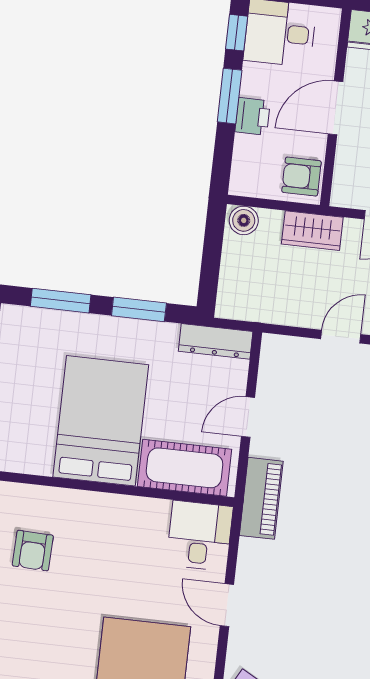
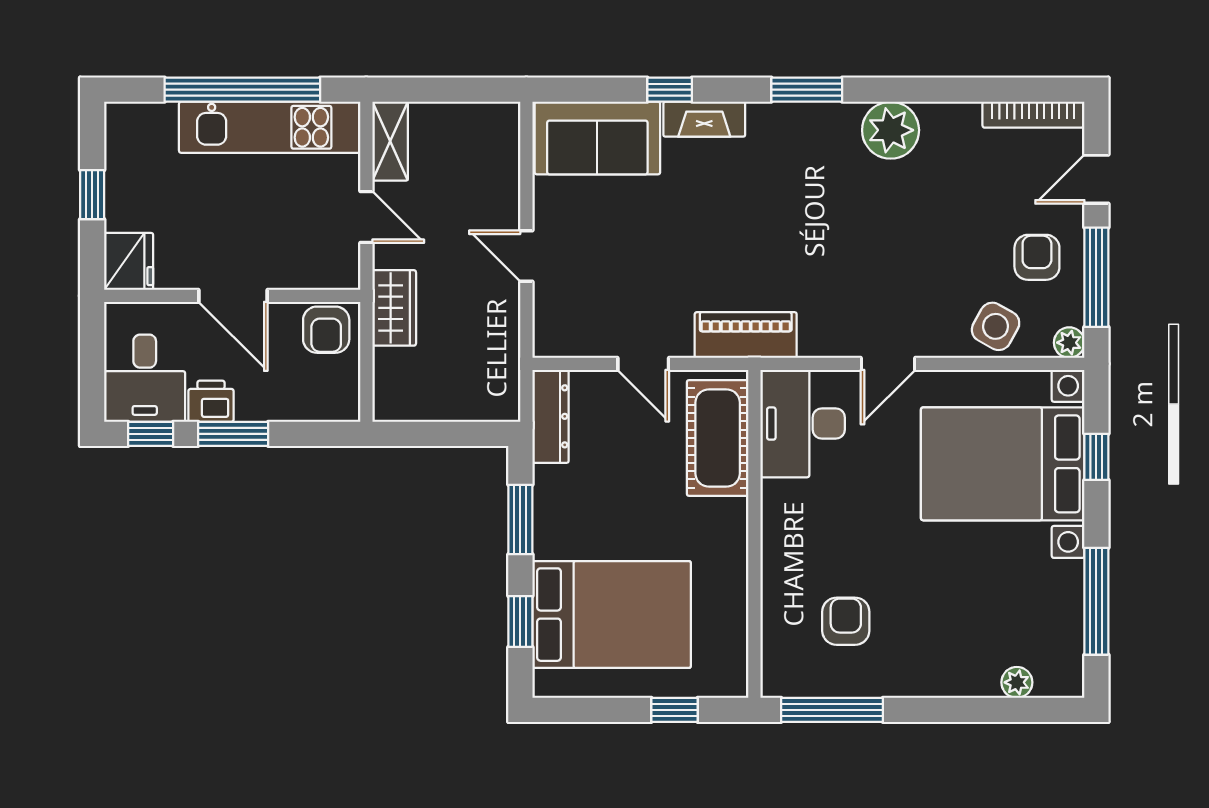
printer: (253, 116) -> (211, 401), moved
boiler: (244, 220) -> (391, 398), removed
window: (61, 301) -> (520, 621), width x0.67
bed: (101, 421) -> (612, 615), moved, turned 180
desk: (200, 536) -> (803, 424), width x1.37
armchair: (33, 551) -> (846, 621), turned -92

